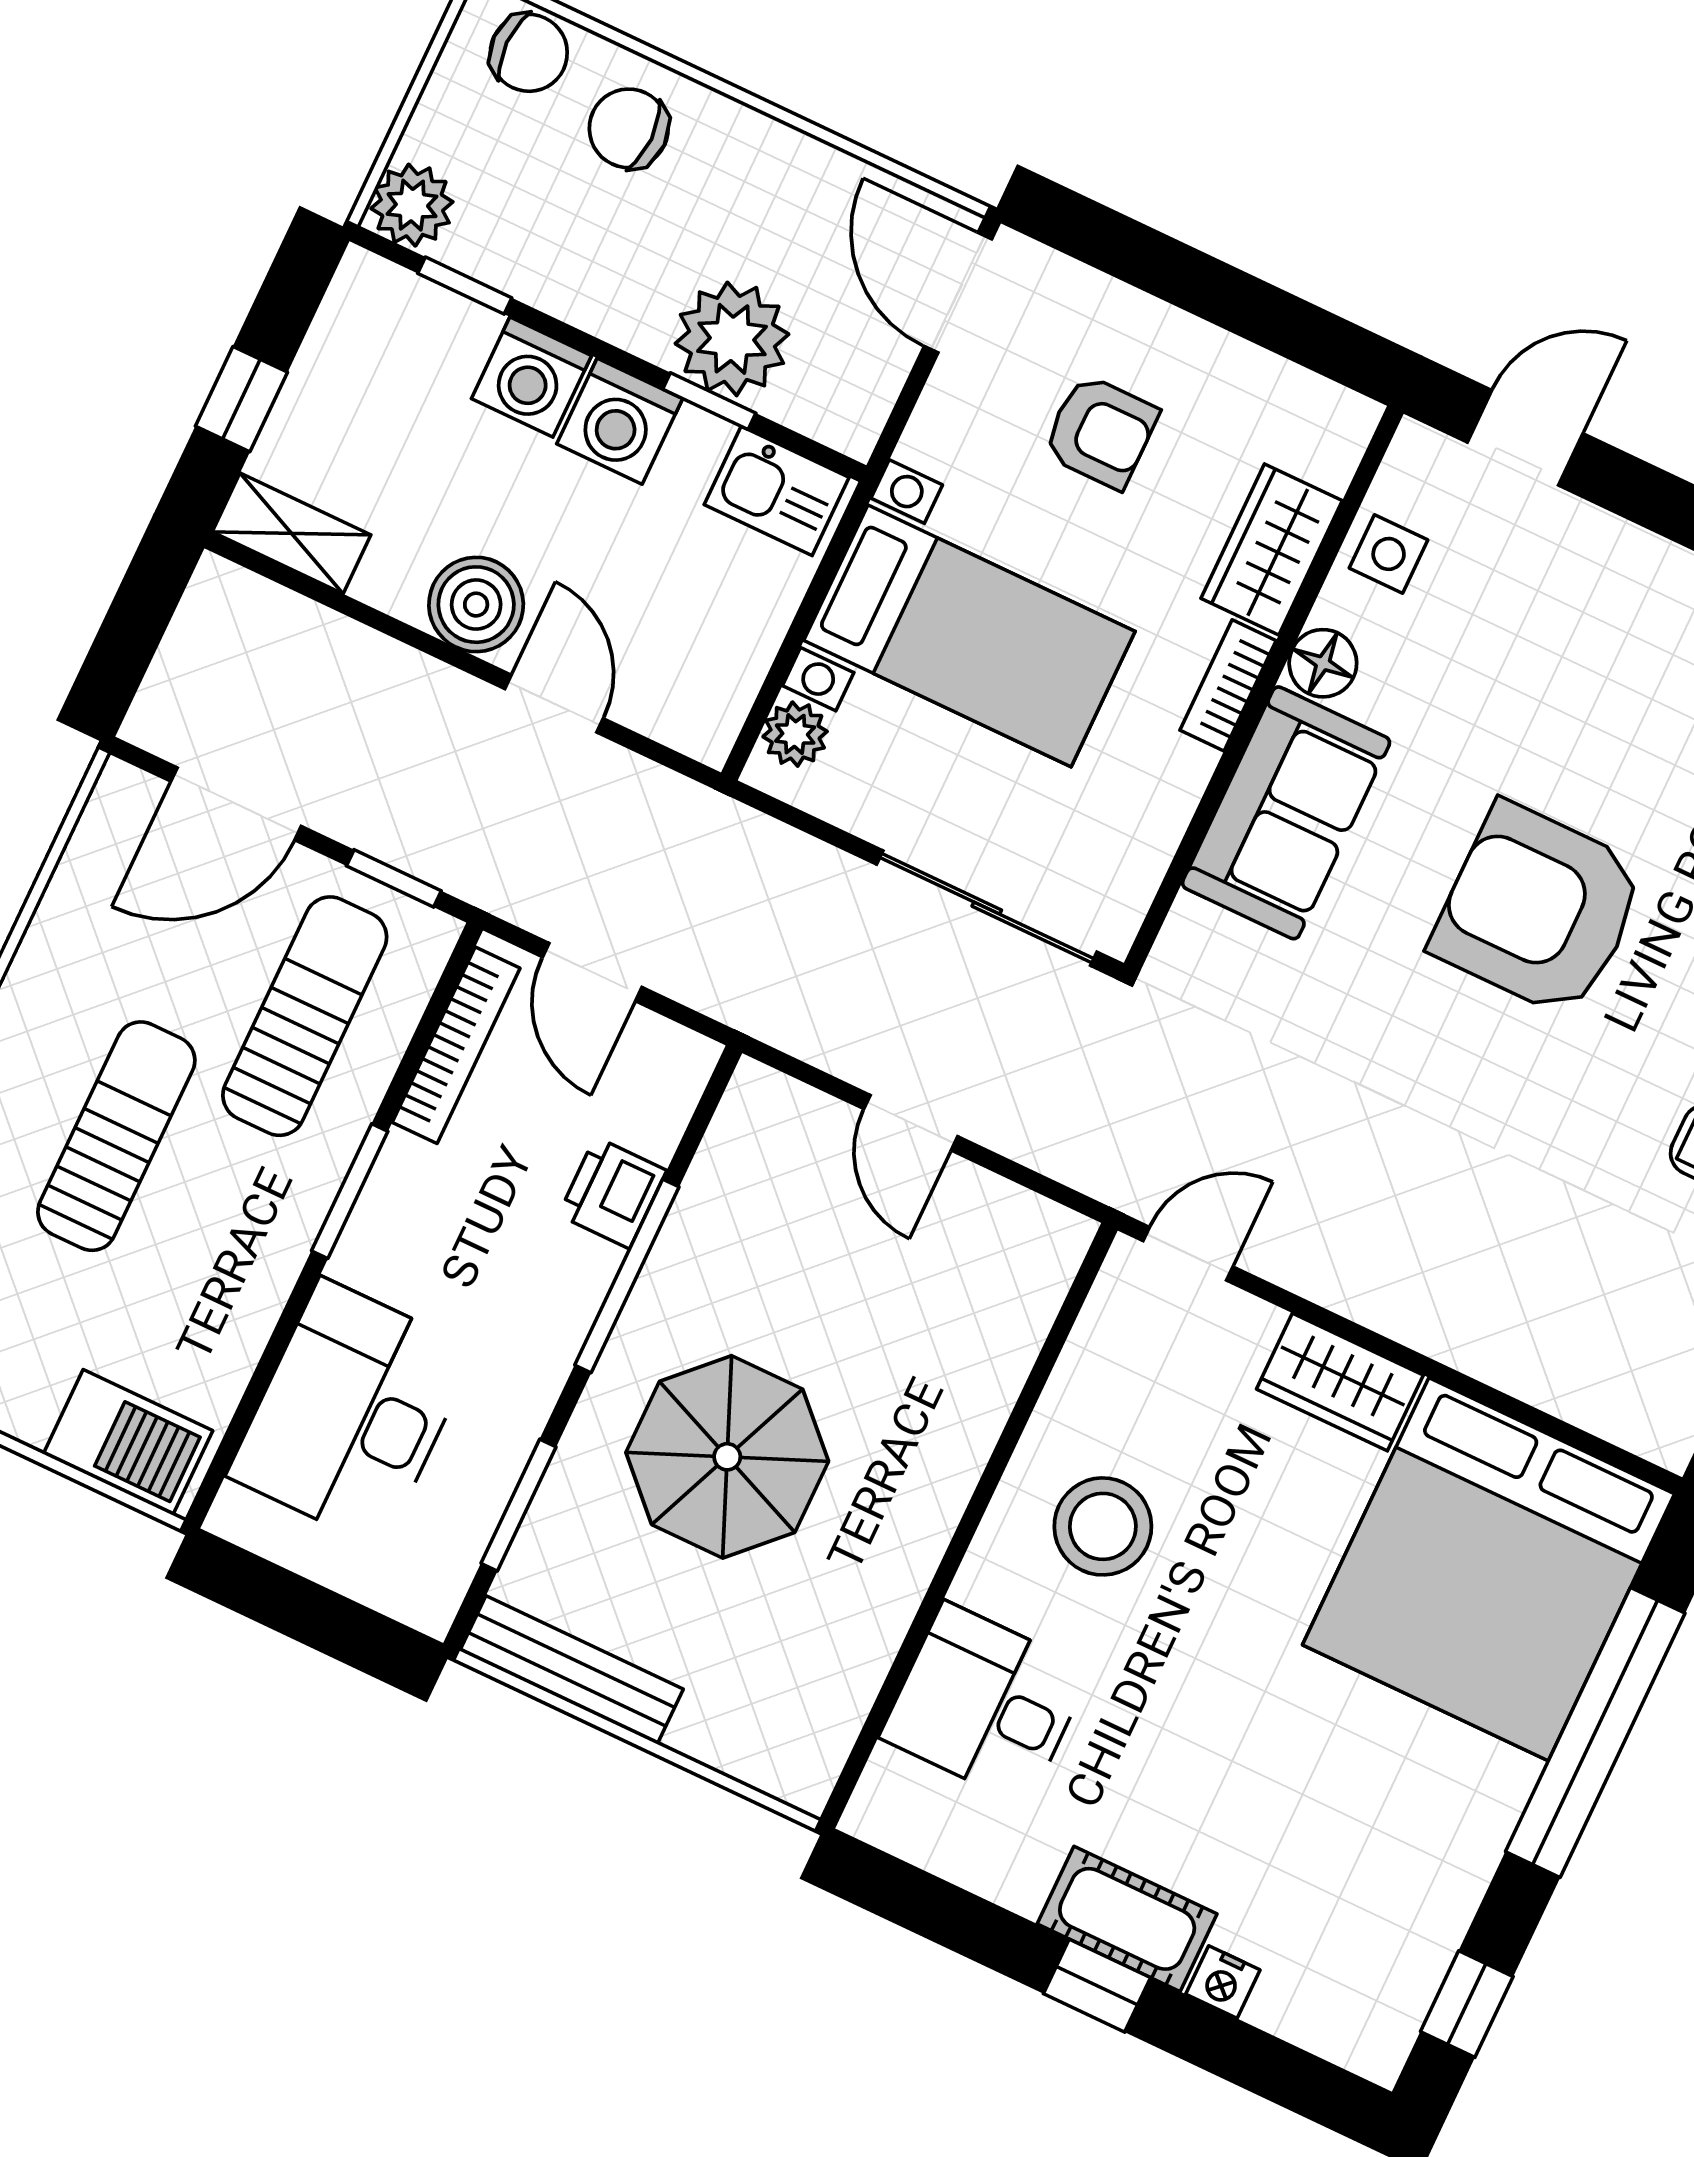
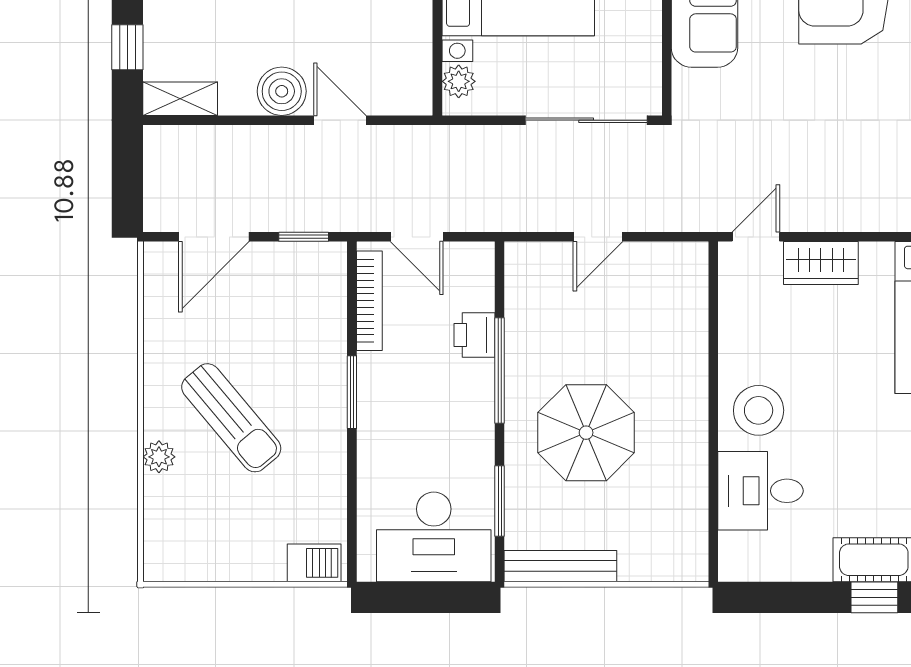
sun lounger: (305, 1016) -> (293, 320), removed
door: (911, 1123) -> (598, 237), hinge flipped
sun lounger: (116, 1136) -> (231, 418), turned 140
wardrobe: (1340, 1382) -> (821, 263), moved
desk: (351, 1413) -> (434, 537), moved, turned -90
barbecue: (128, 1442) -> (314, 563), width x0.73, depth x0.79
stool: (1103, 1526) -> (759, 410), moved

